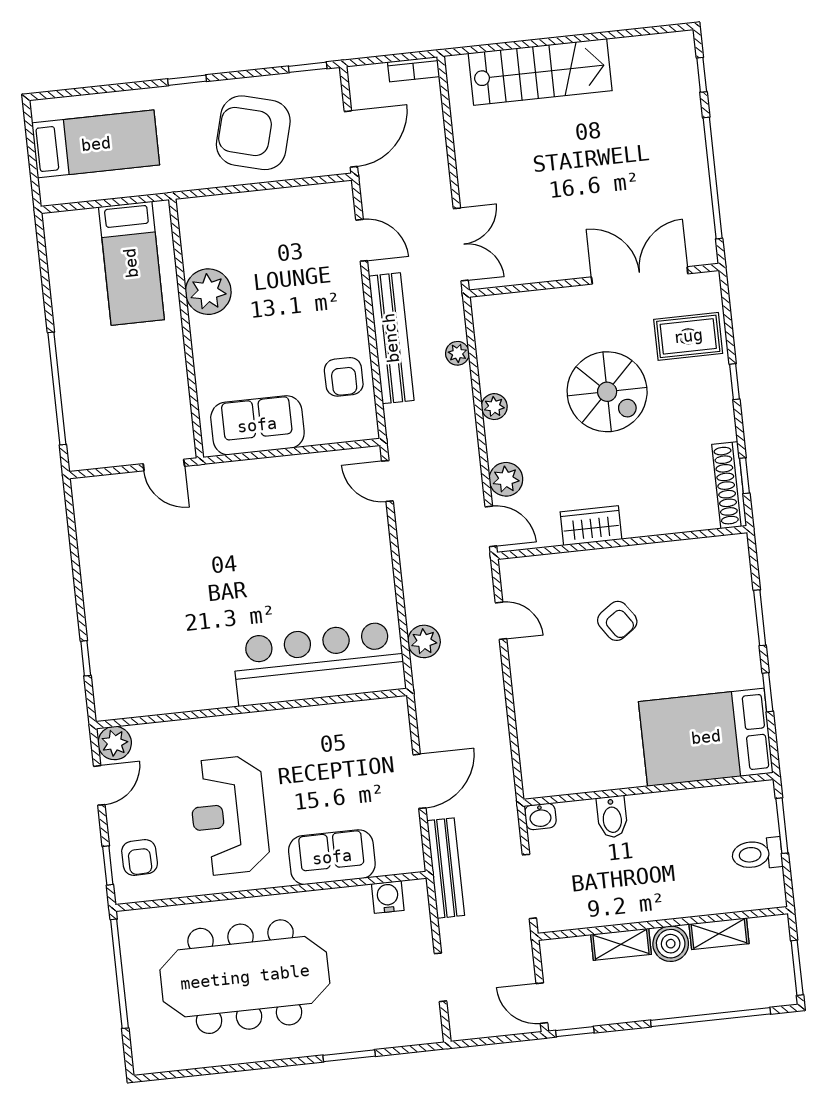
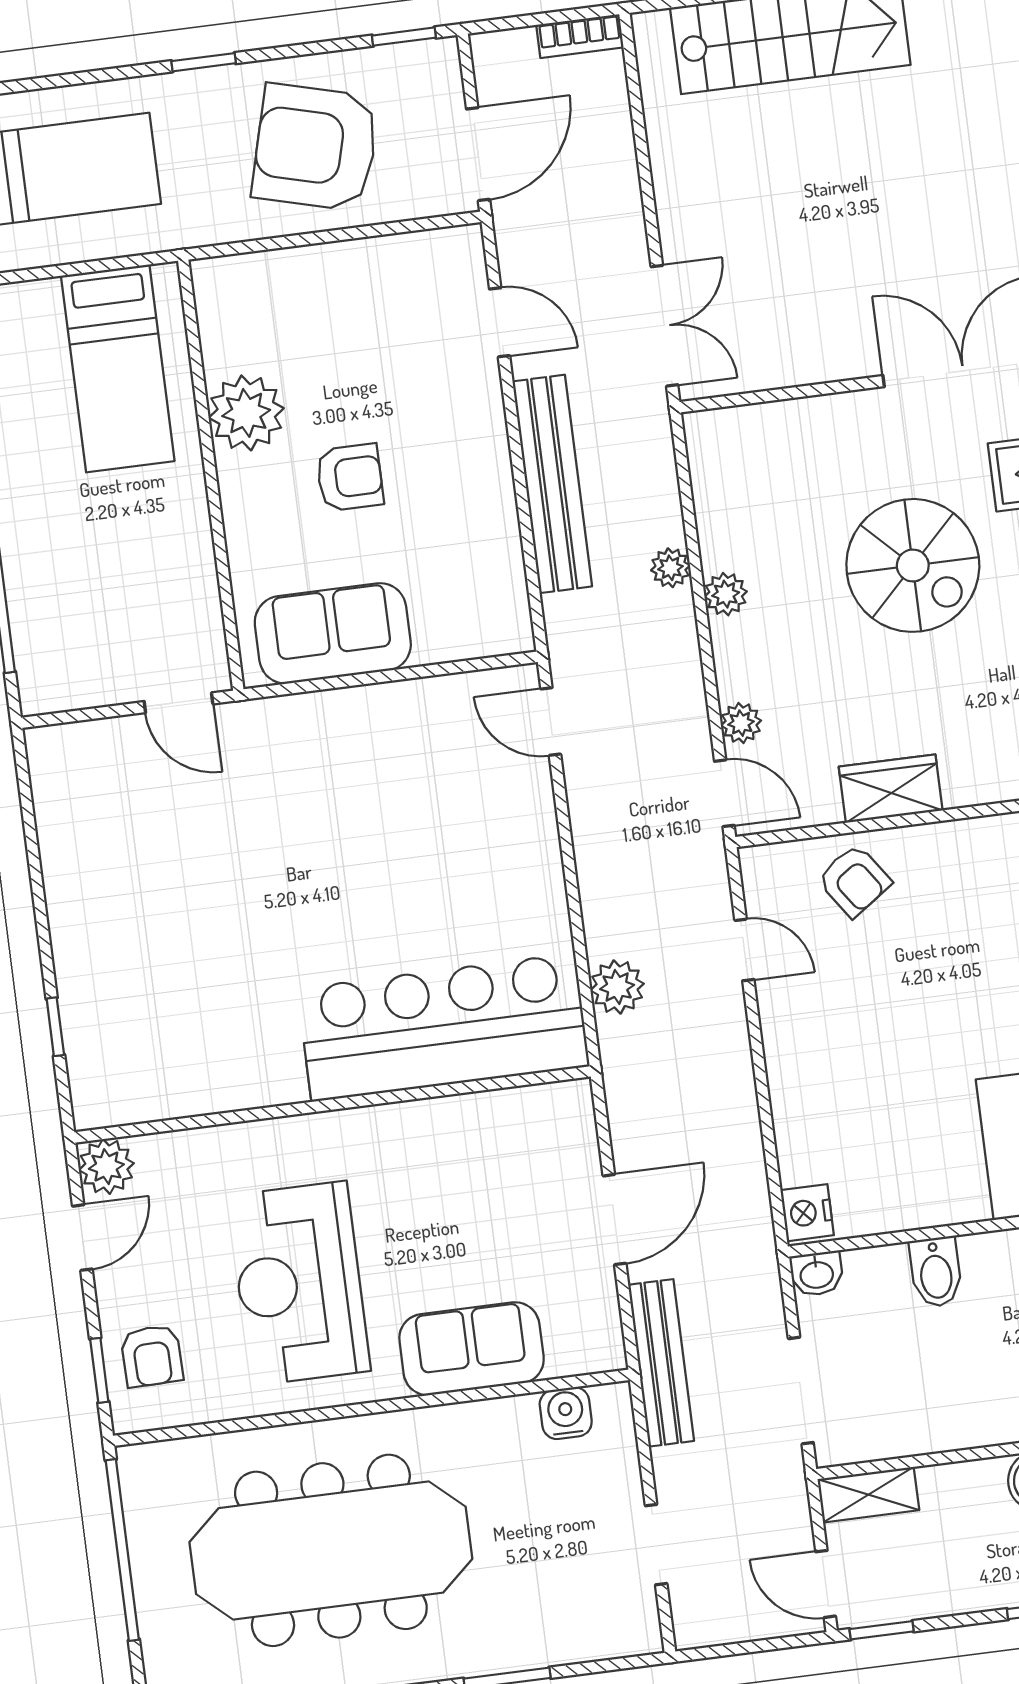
plant: (457, 353) -> (670, 568), moved
armchair: (344, 377) -> (350, 477), moved, turned -90
plant: (506, 479) -> (741, 723), width x0.73, depth x0.73
armchair: (617, 621) -> (854, 881), moved
nightstand: (535, 780) -> (807, 1213), added
shelving: (621, 944) -> (868, 1495), moved

